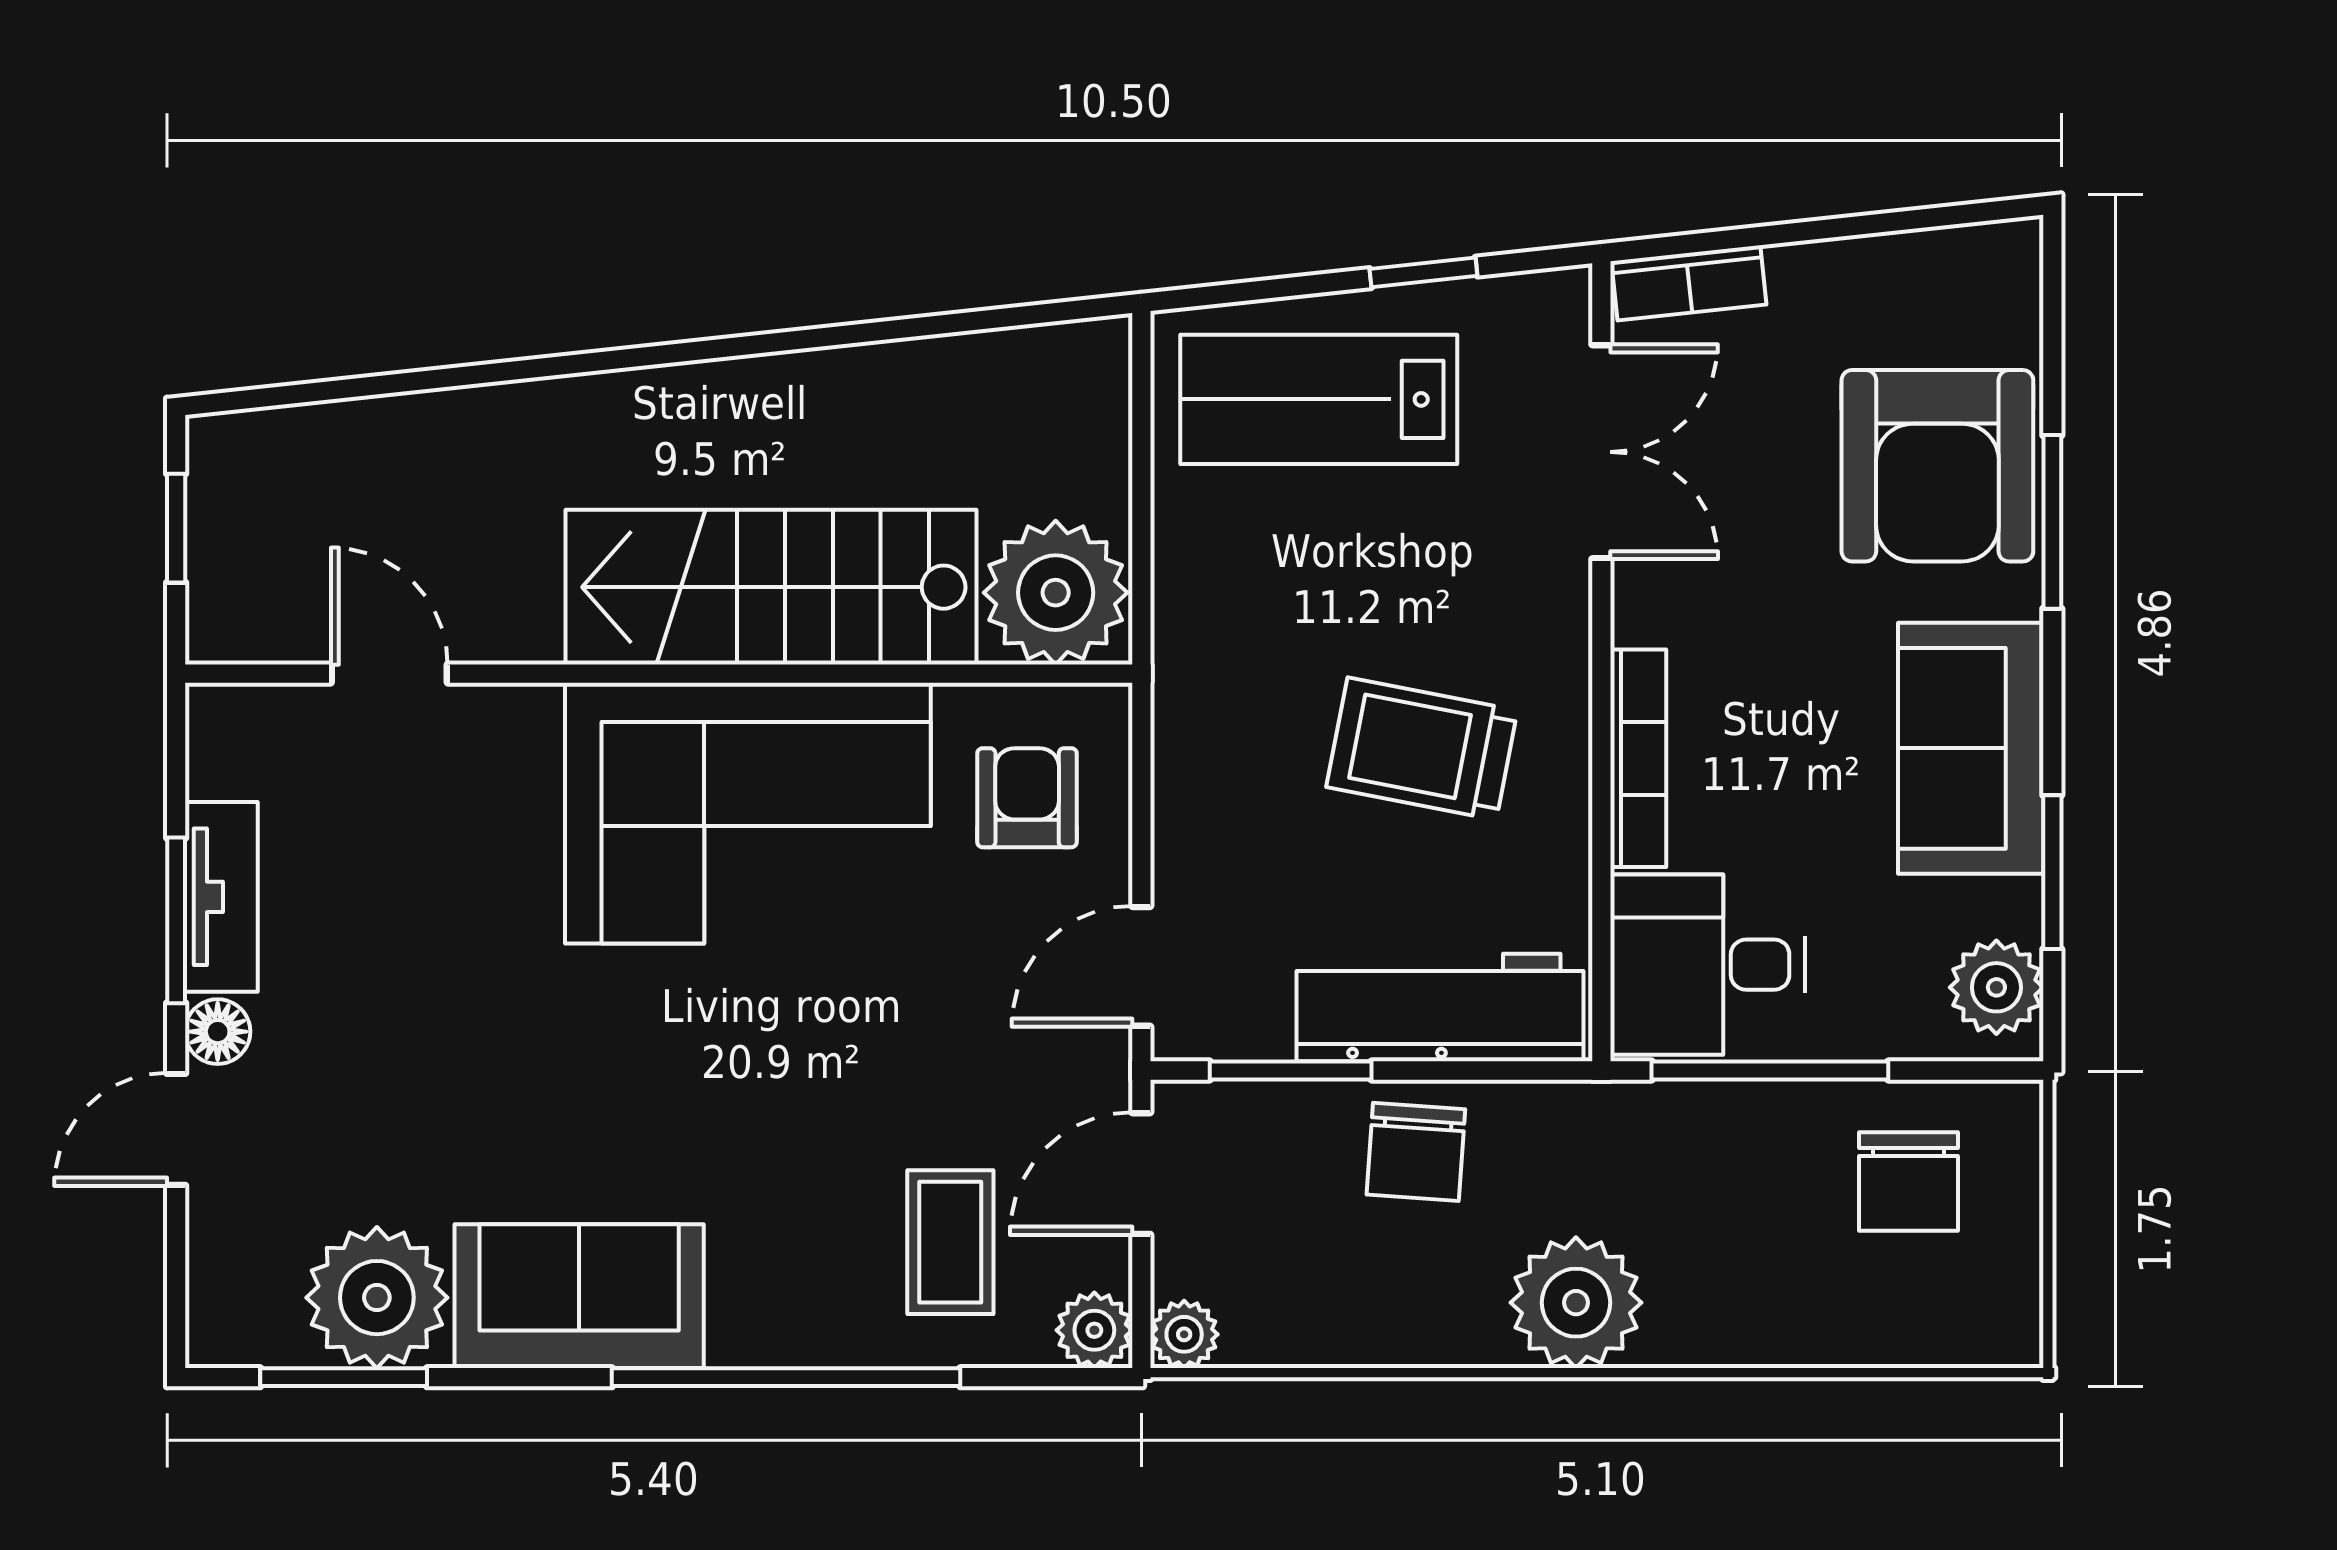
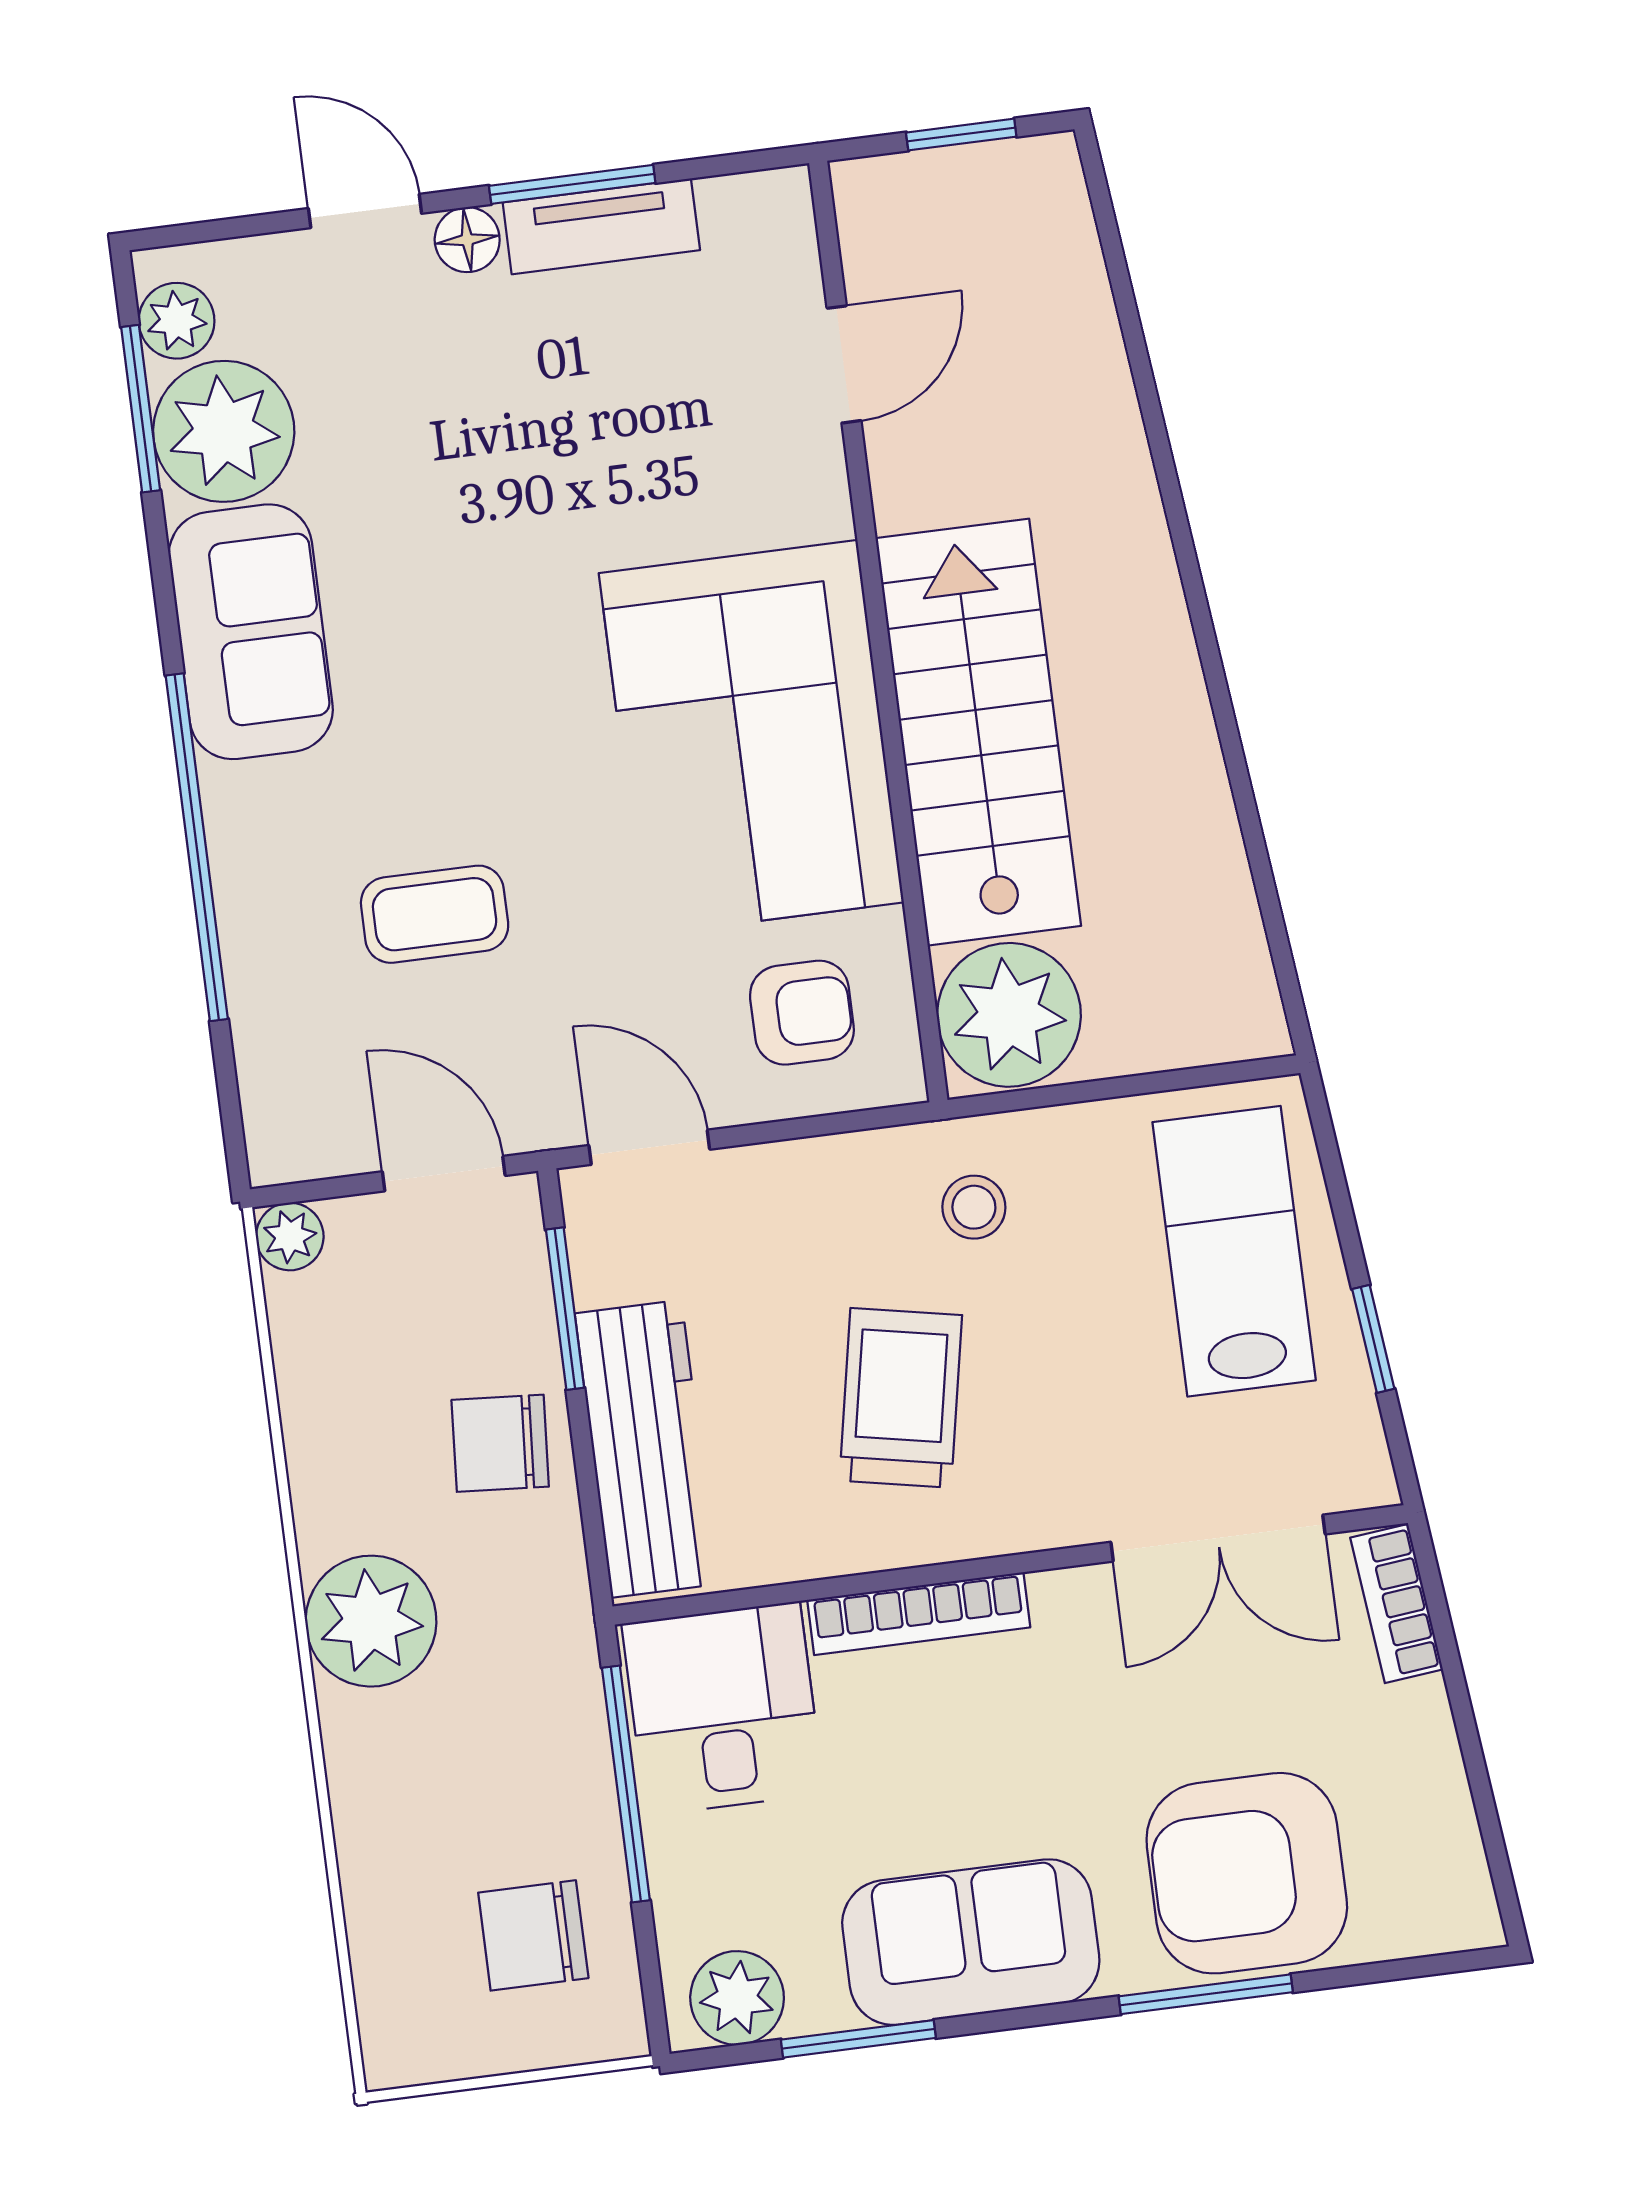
stool: (1242, 652) -> (974, 1207), added
coffee table: (950, 1242) -> (435, 914), moved
plant: (1094, 1330) -> (177, 321), moved

